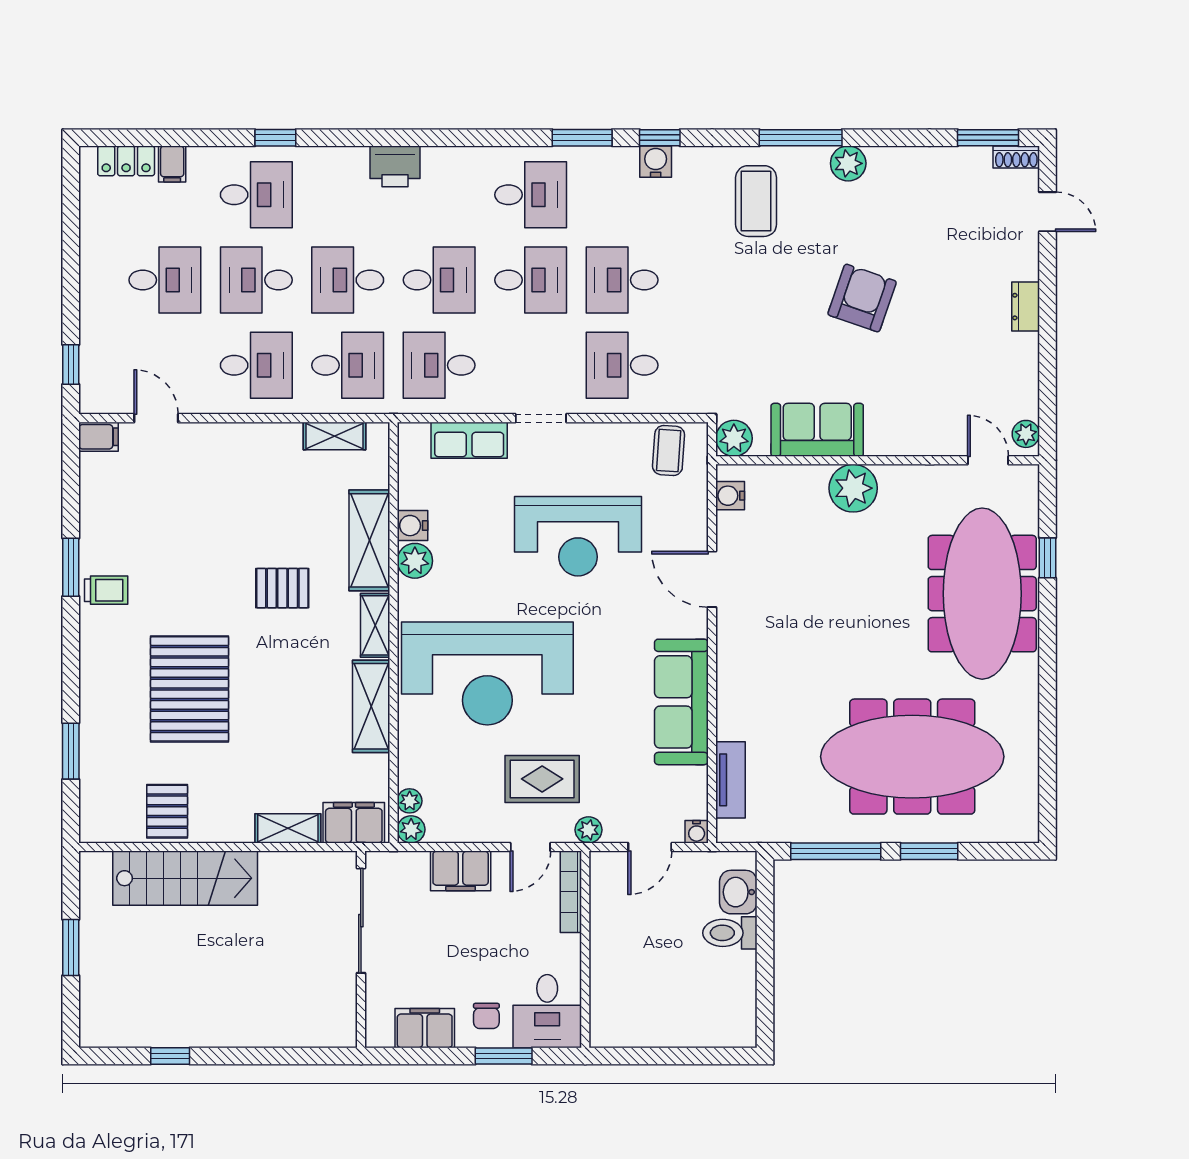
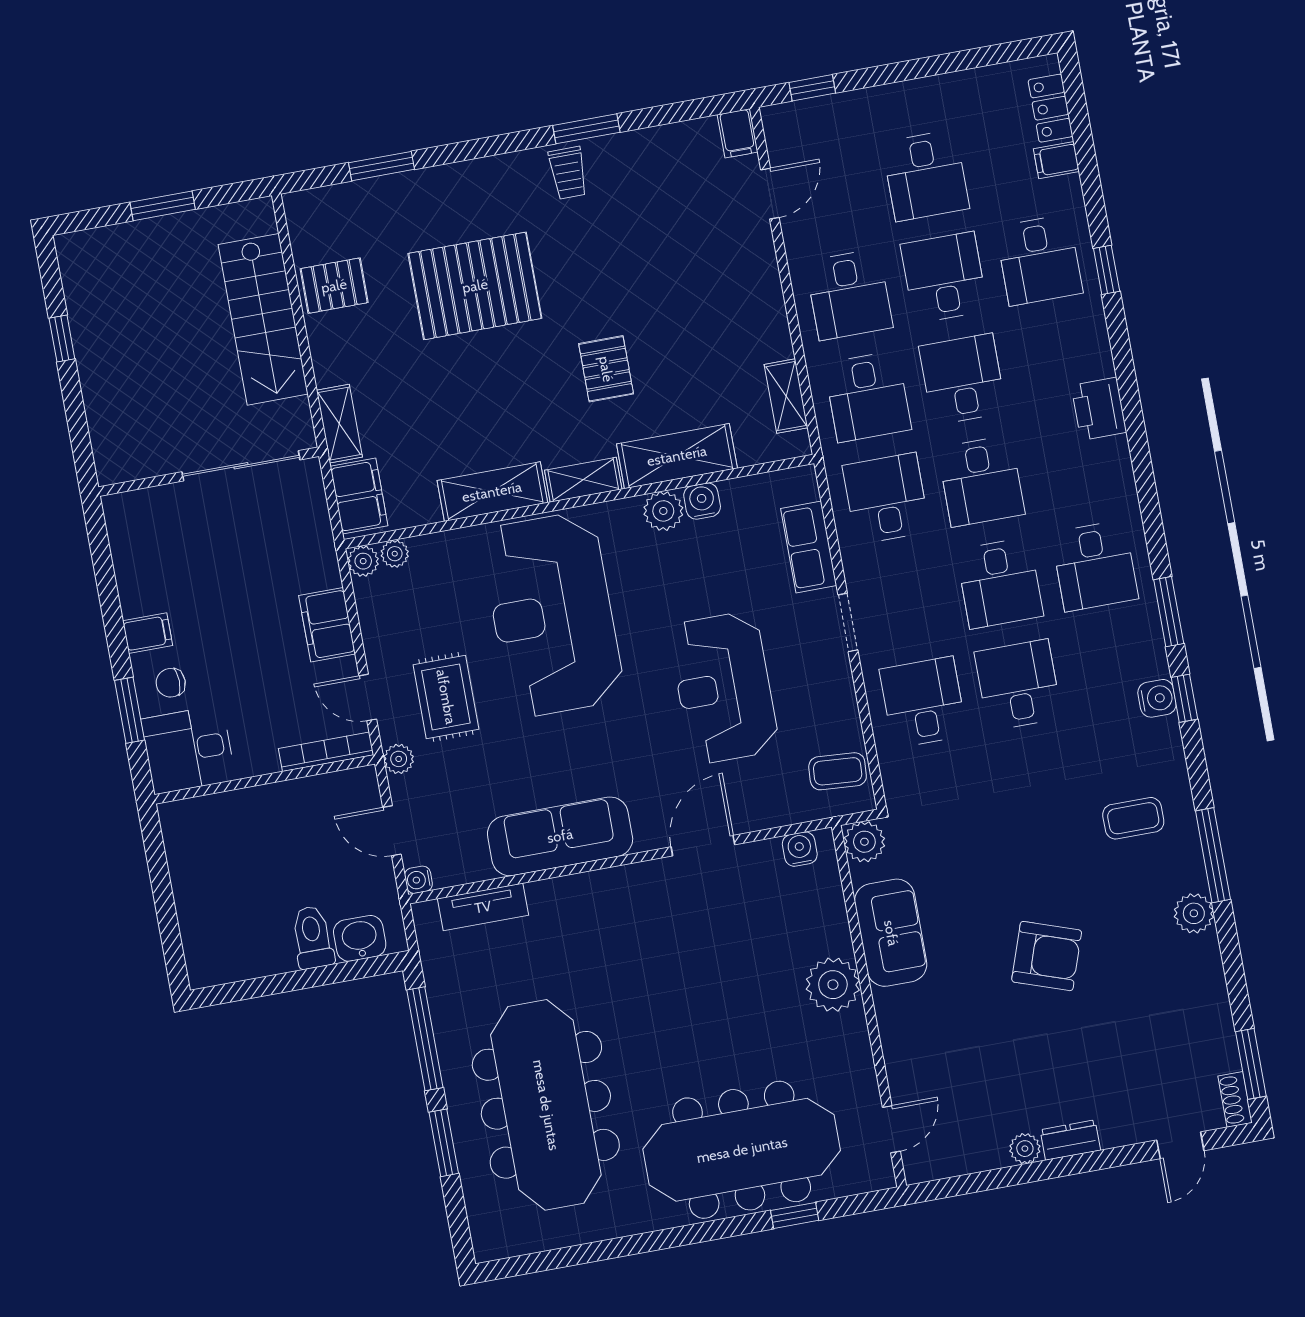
coffee table: (756, 201) -> (1133, 818), width x0.73, depth x0.77
plant: (1026, 434) -> (1025, 1149), moved
sliding door: (361, 921) -> (241, 466), moved
wall: (361, 949) -> (209, 472), moved
filing cabinet: (425, 1028) -> (148, 633), width x0.50

